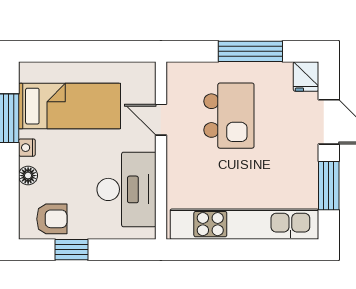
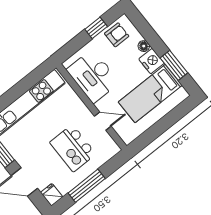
nightstand: (27, 148) -> (152, 61), width x1.89, depth x1.79
armchair: (52, 219) -> (117, 35), turned 180

